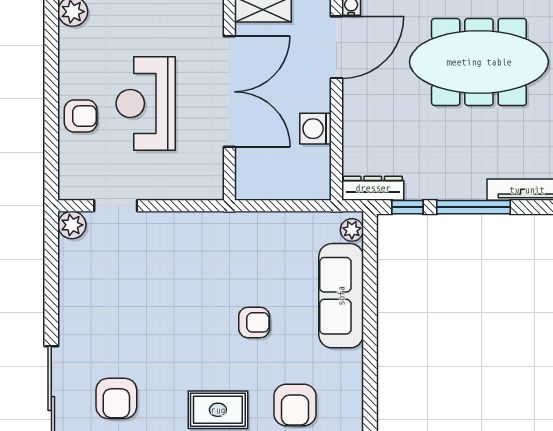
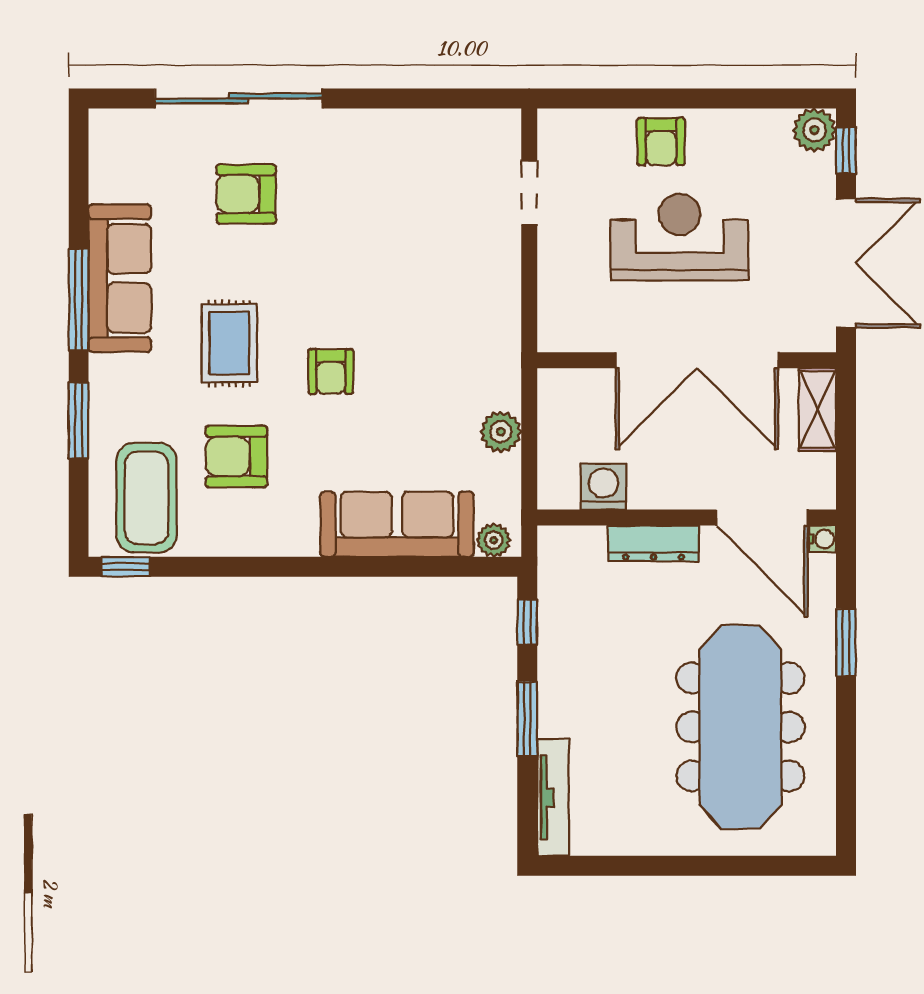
washing machine: (316, 129) -> (603, 487), moved
dresser: (373, 188) -> (653, 543), moved, turned 90
window: (474, 207) -> (527, 719), width x0.69
plant: (72, 225) -> (501, 432), moved
armchair: (254, 322) -> (331, 372), moved

